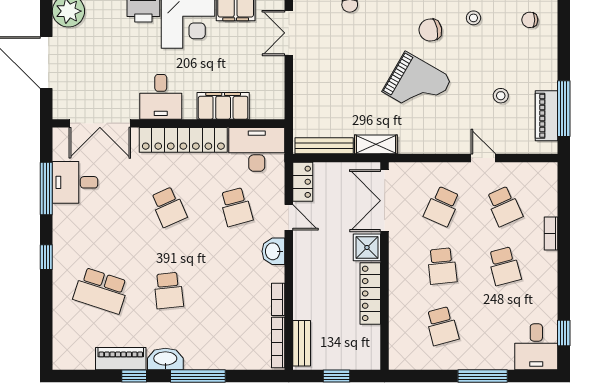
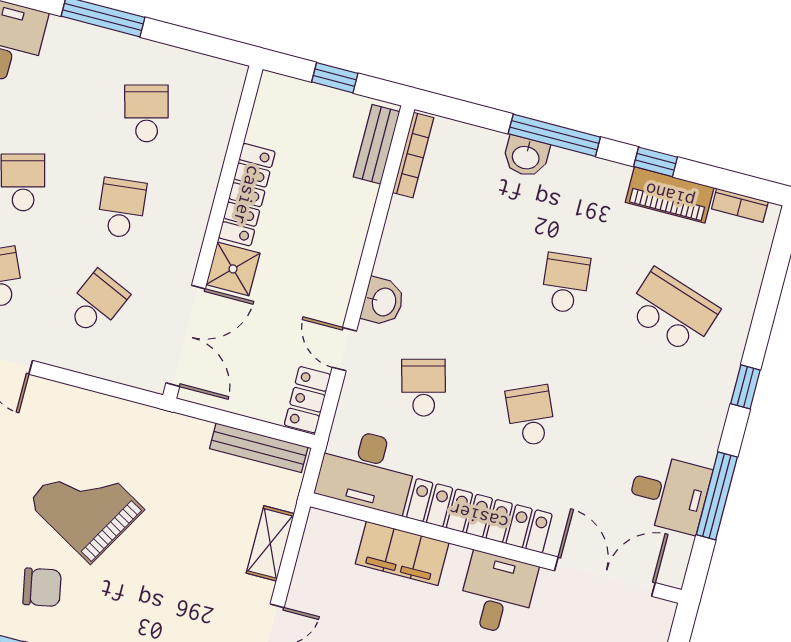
shelving: (376, 144) -> (270, 543), moved, turned 90
bookcase: (278, 299) -> (740, 205), moved, turned 90
washbasin: (165, 359) -> (526, 157), moved, width x0.72

